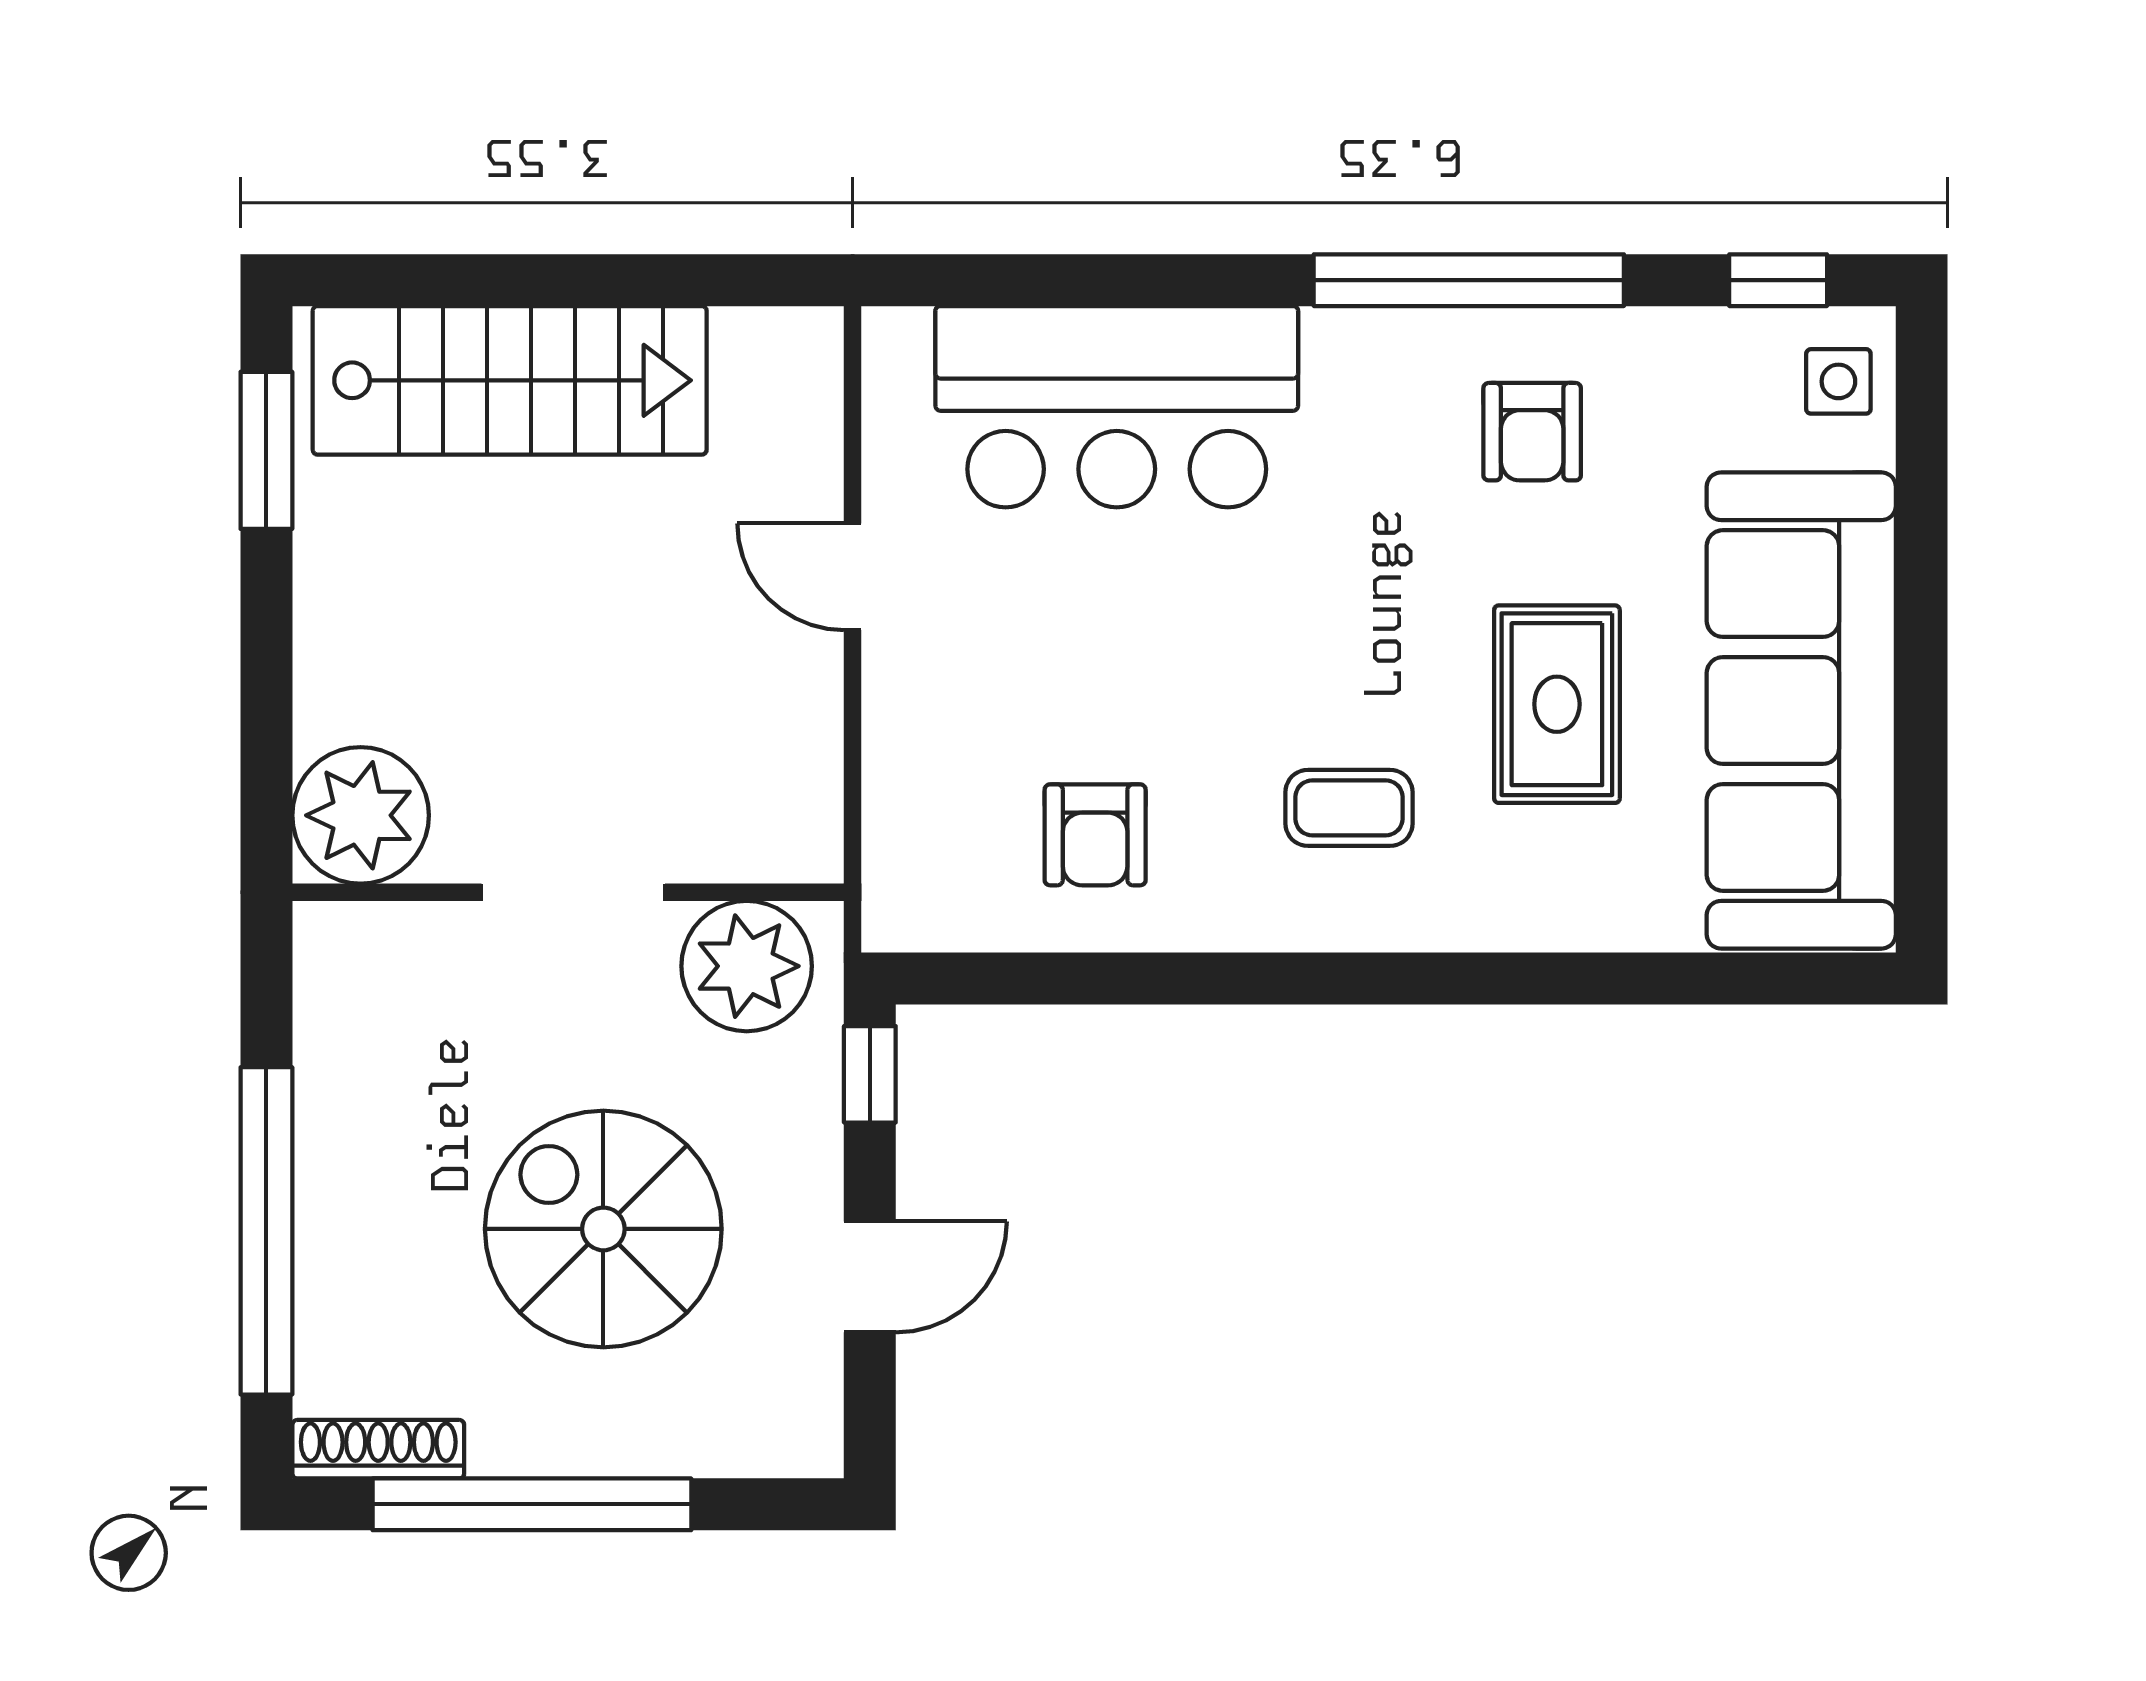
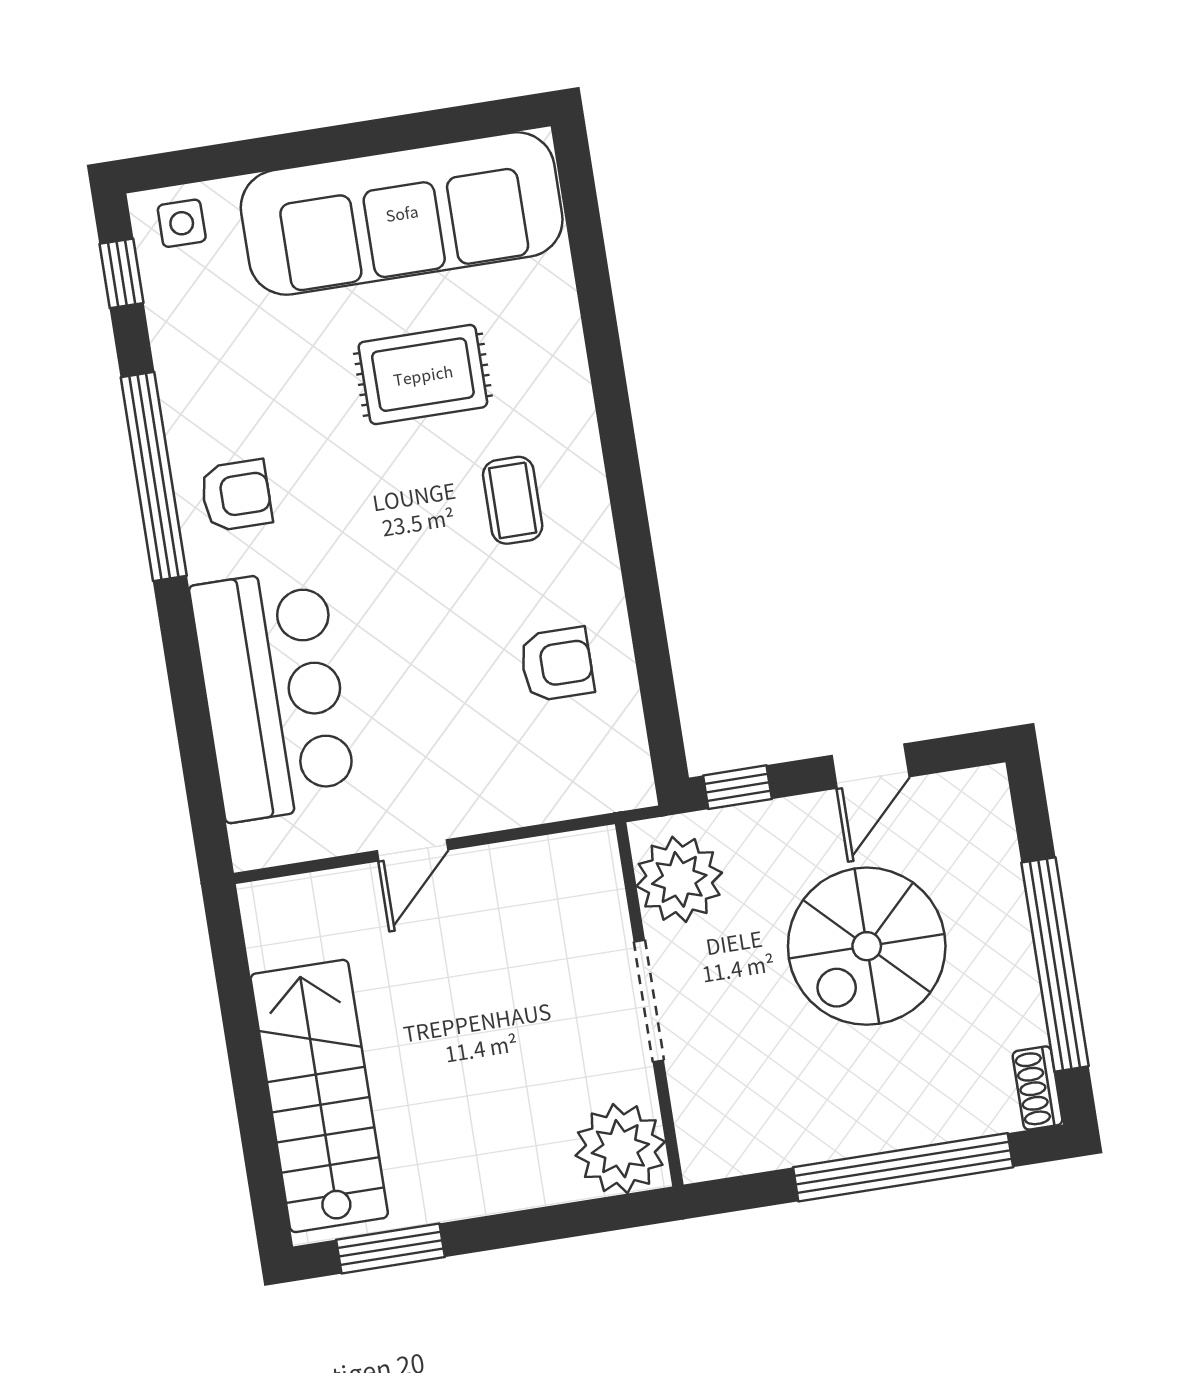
armchair: (1532, 432) -> (236, 495), moved
door: (870, 1277) -> (870, 766), swing flipped
shoe rack: (378, 1449) -> (1037, 1088), width x0.70

